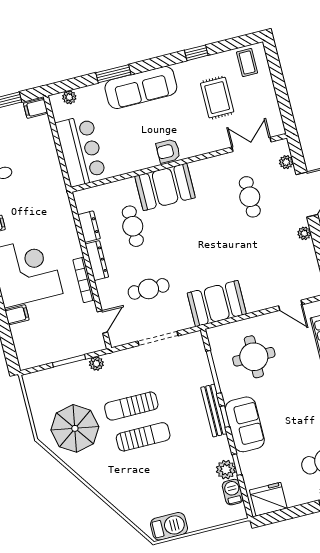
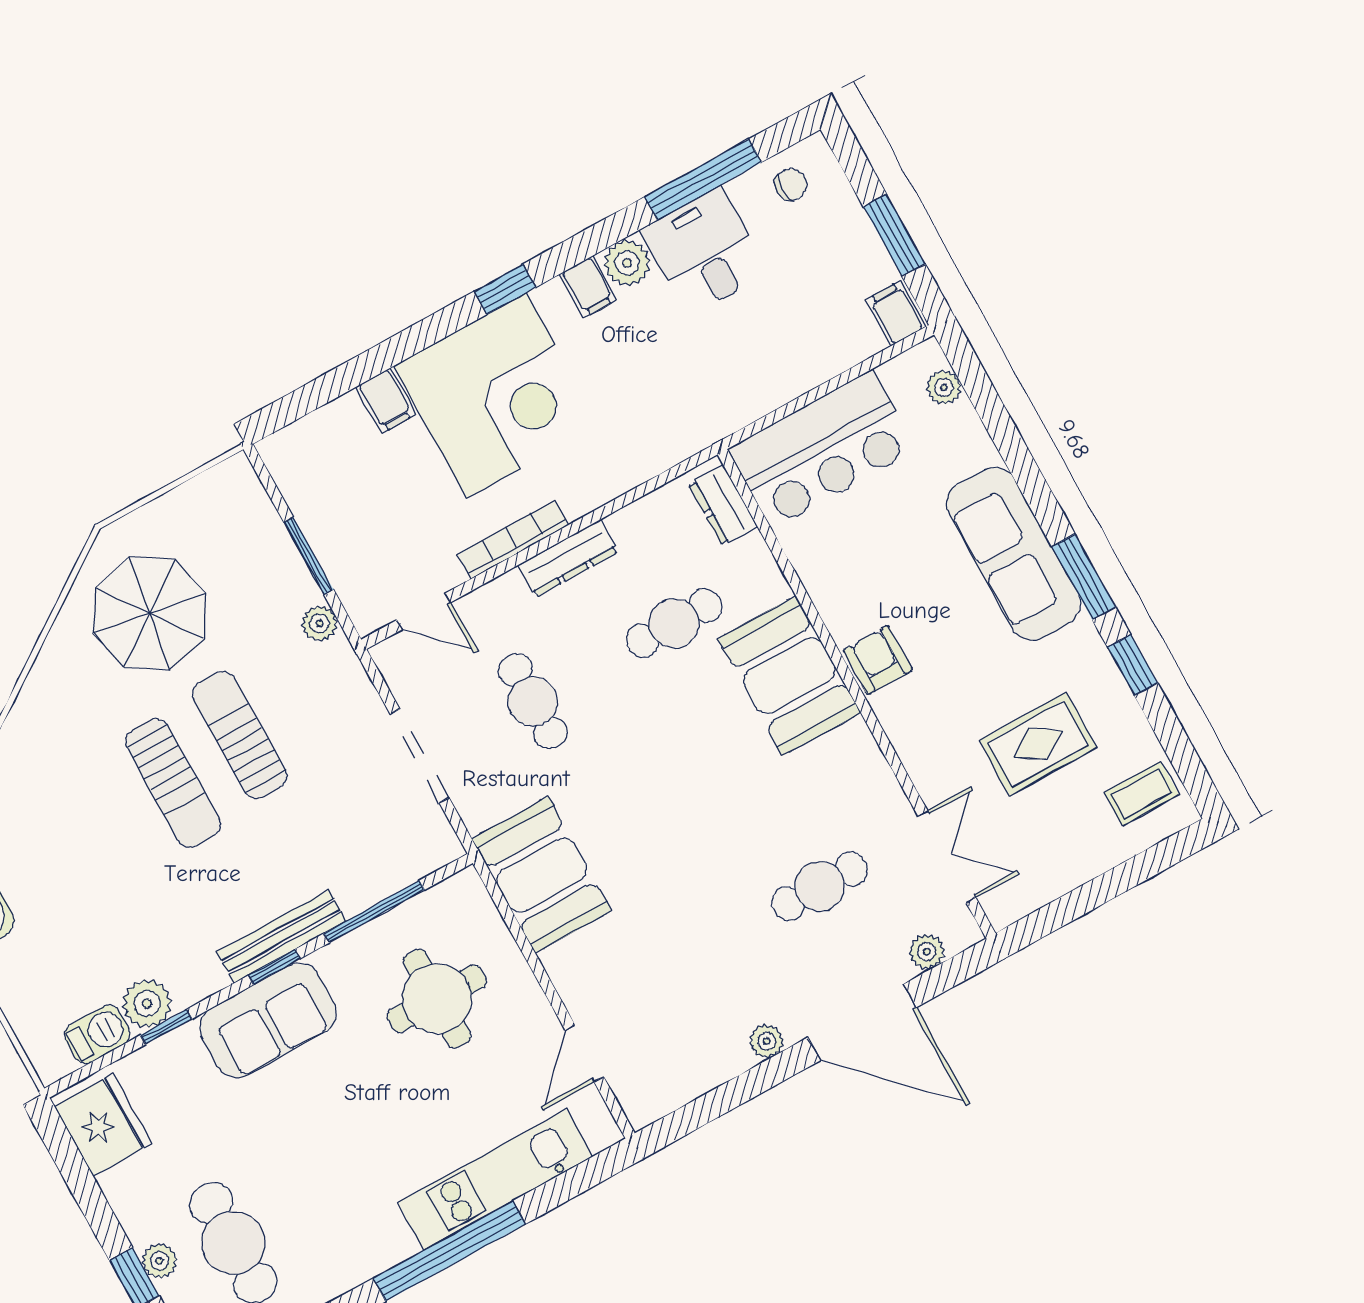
window: (113, 74) -> (1084, 577), moved
dresser: (89, 227) -> (723, 505), moved, turned 90

